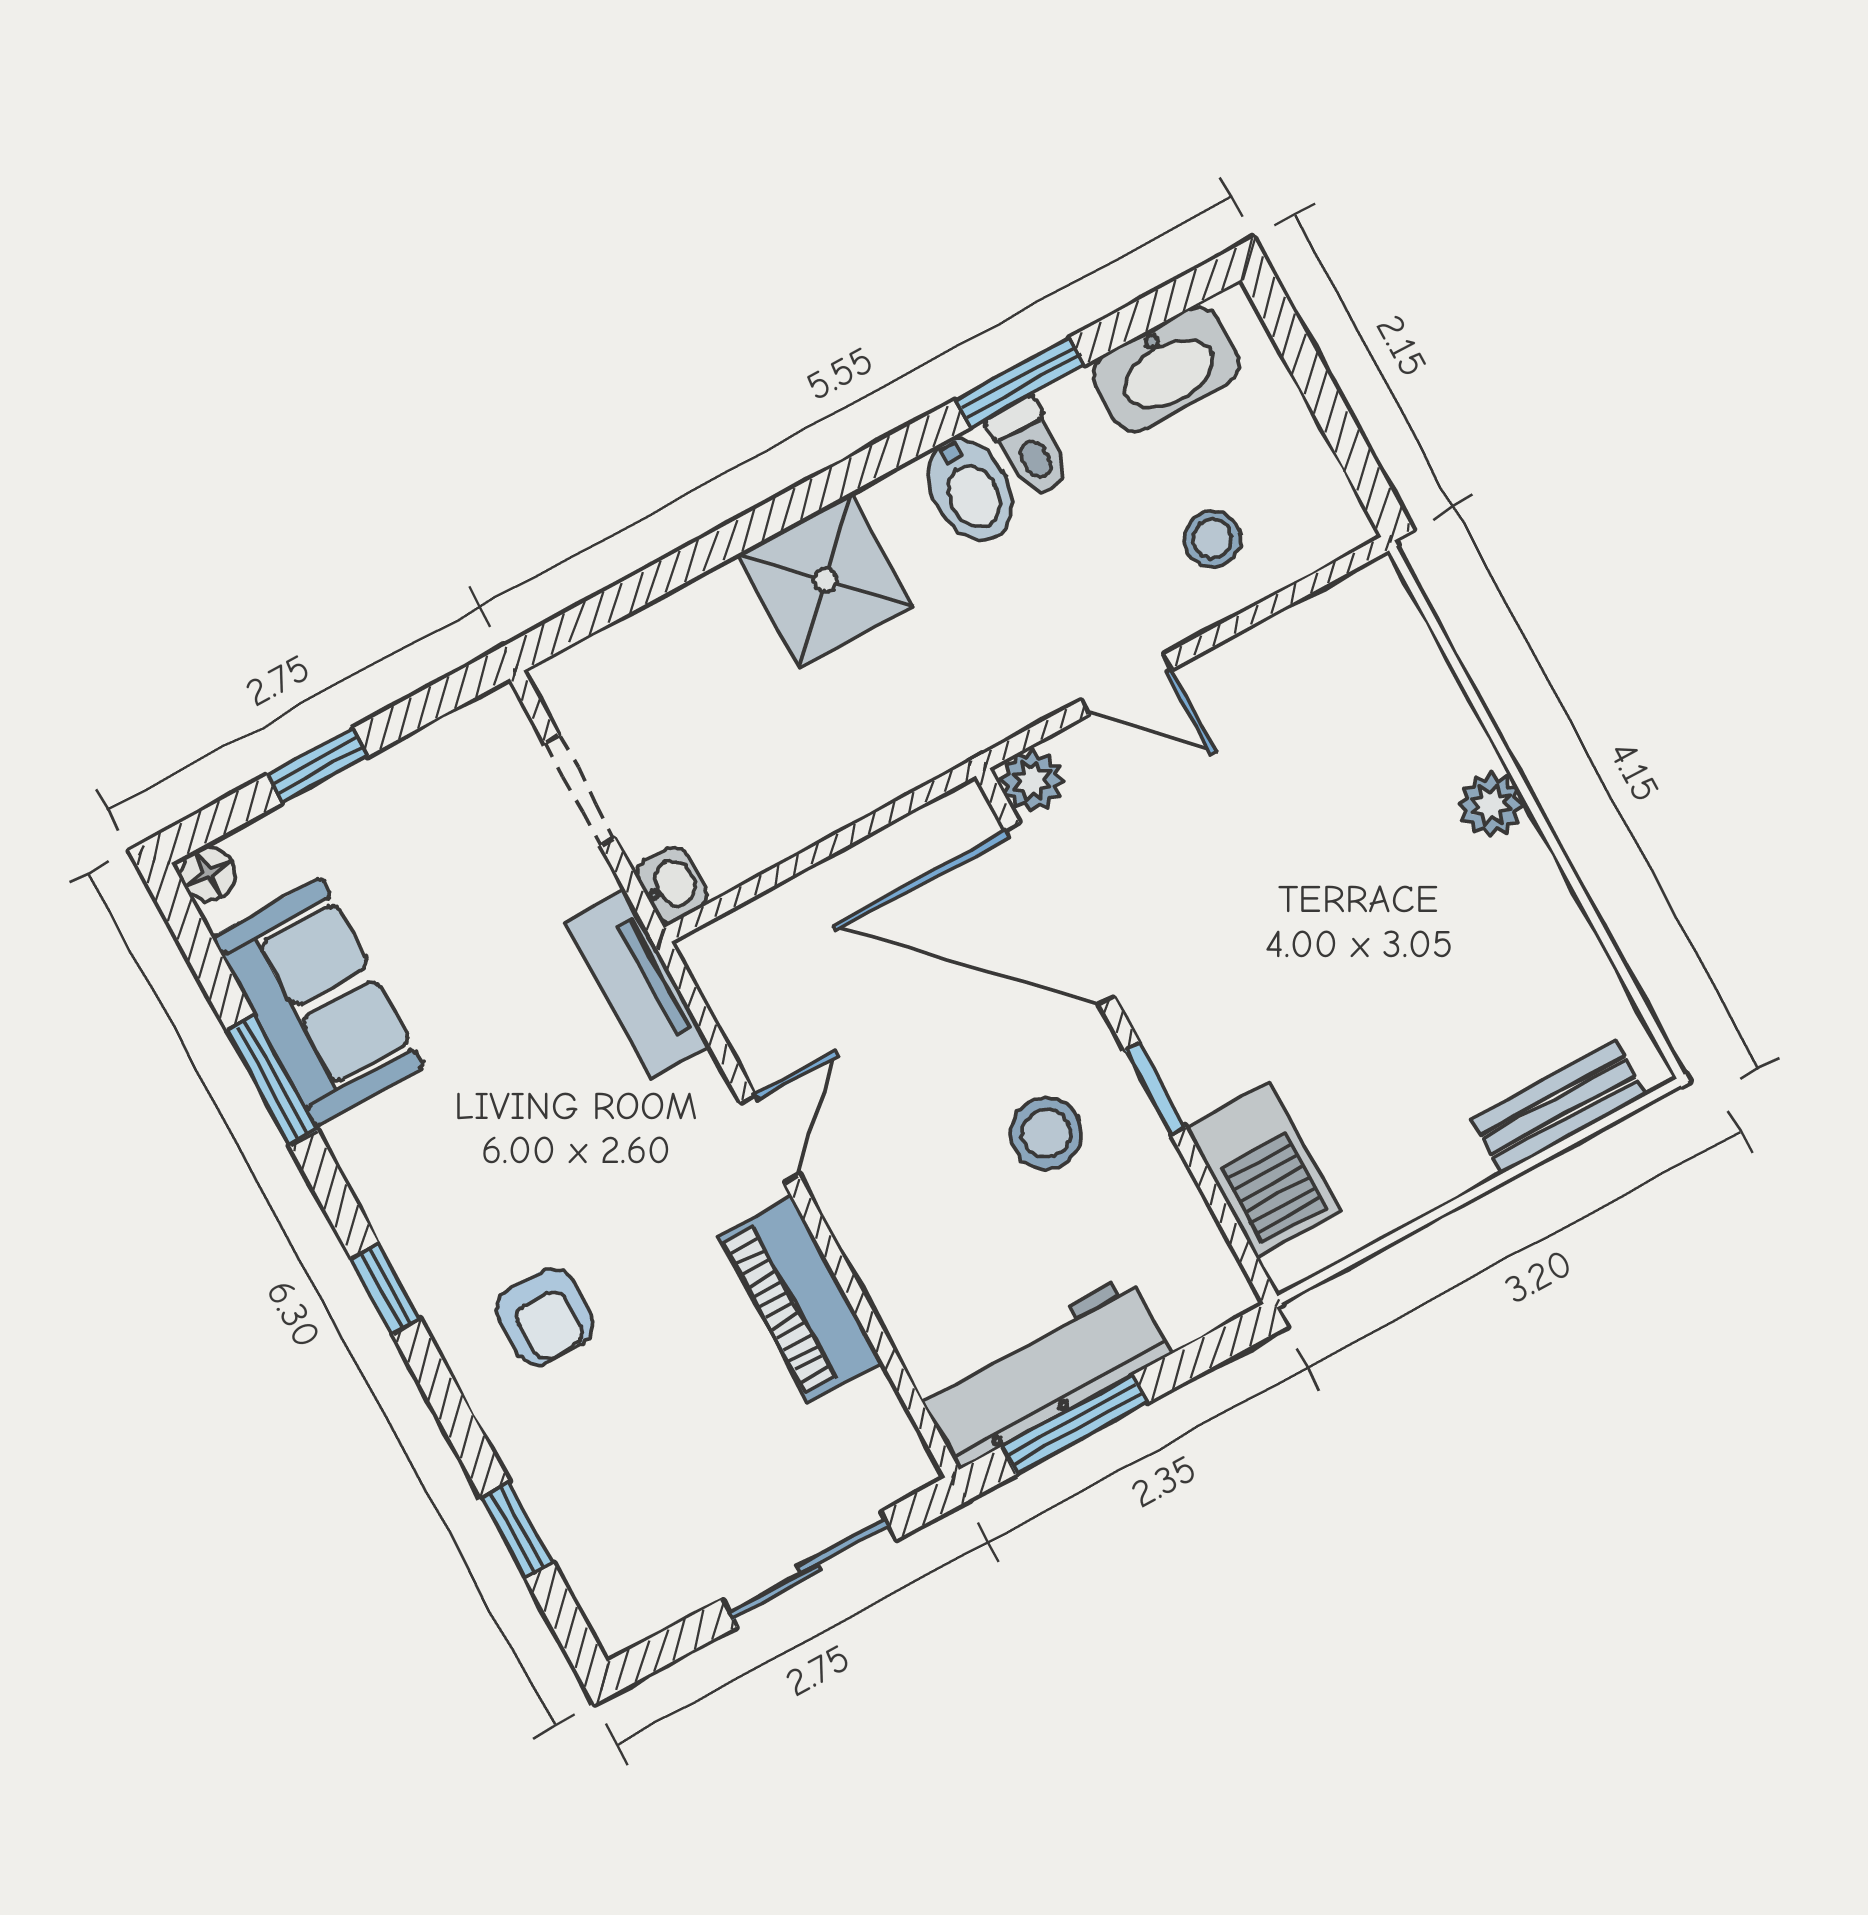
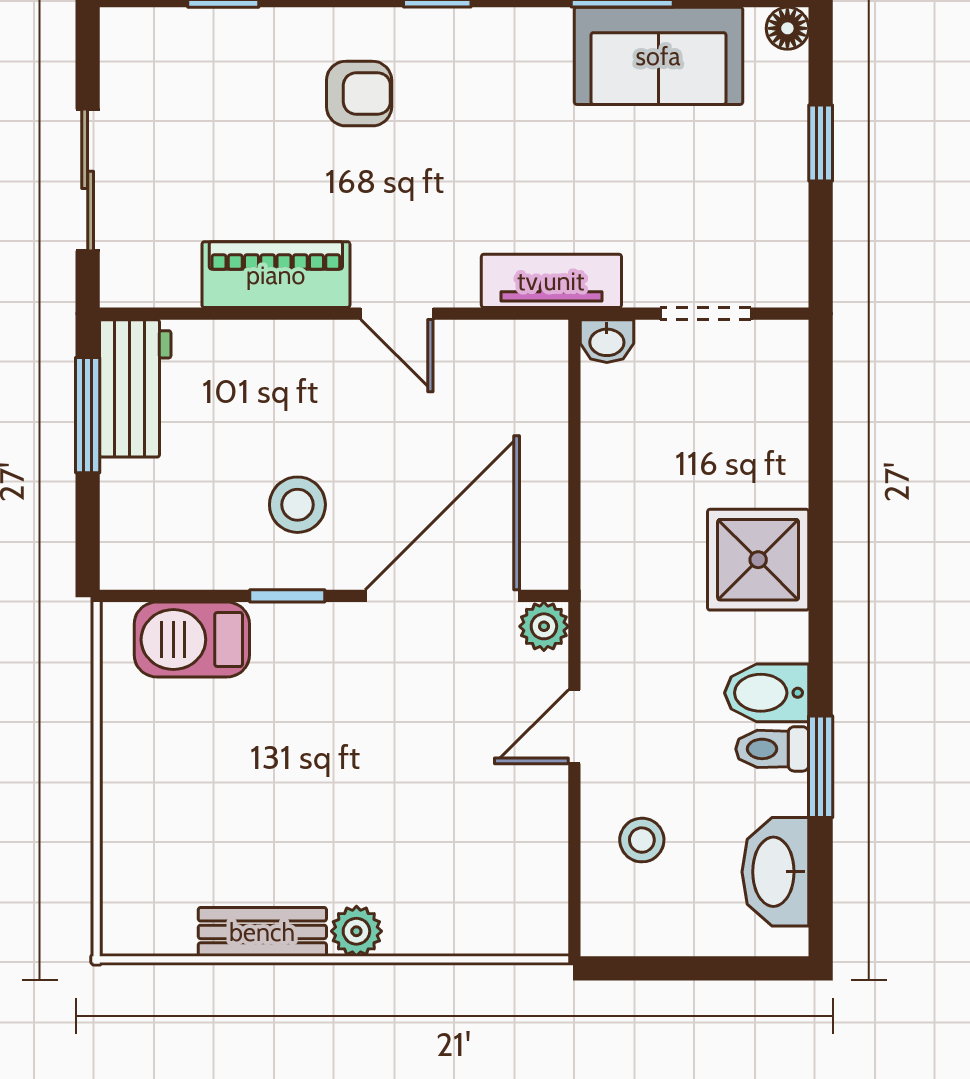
bench: (1559, 1107) -> (262, 932), moved, turned 90
armchair: (545, 1317) -> (359, 94), turned 180
workbench: (1044, 1372) -> (135, 388), width x0.73

